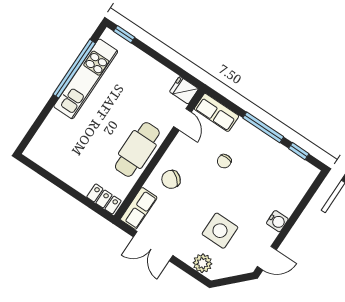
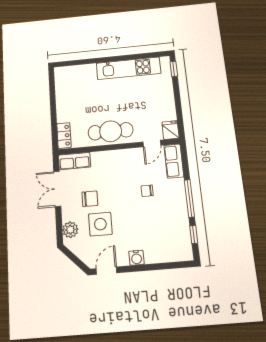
window: (74, 69) -> (129, 57), removed
chair: (171, 179) -> (90, 199), moved, turned 141
door: (267, 258) -> (106, 271), swing flipped

